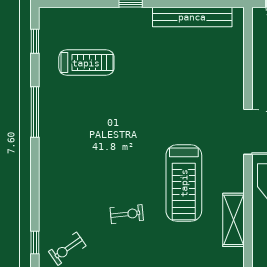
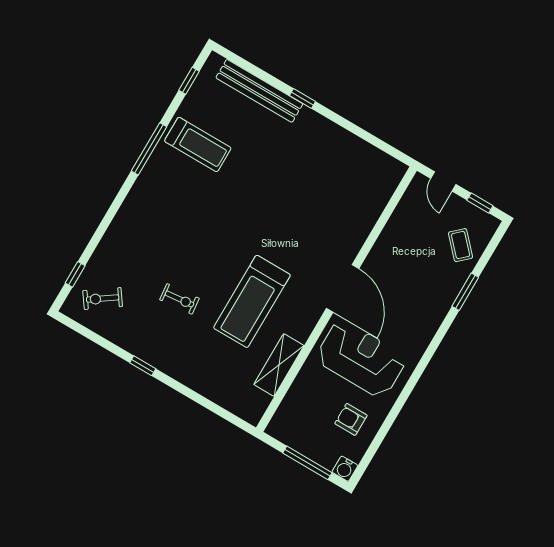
bench: (192, 17) -> (259, 91), moved
treadmill: (86, 63) -> (198, 144), moved

